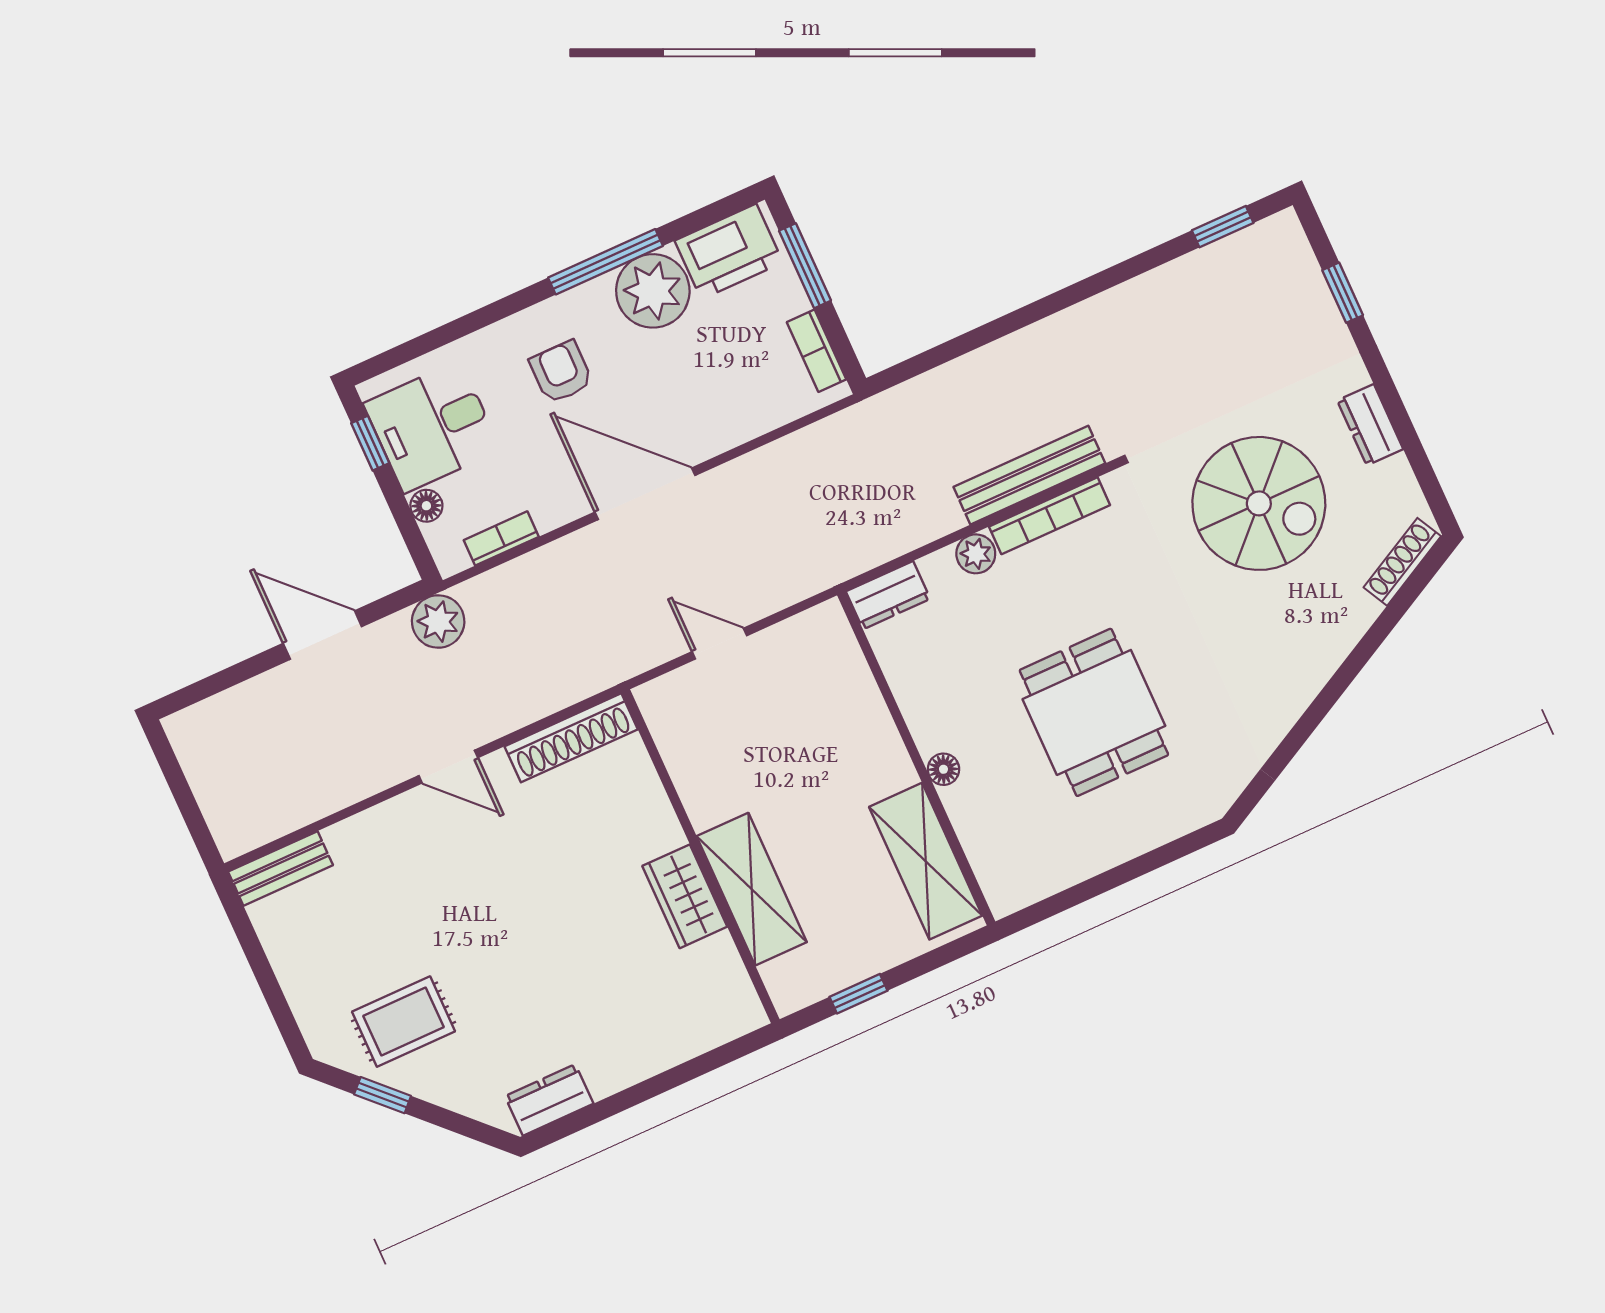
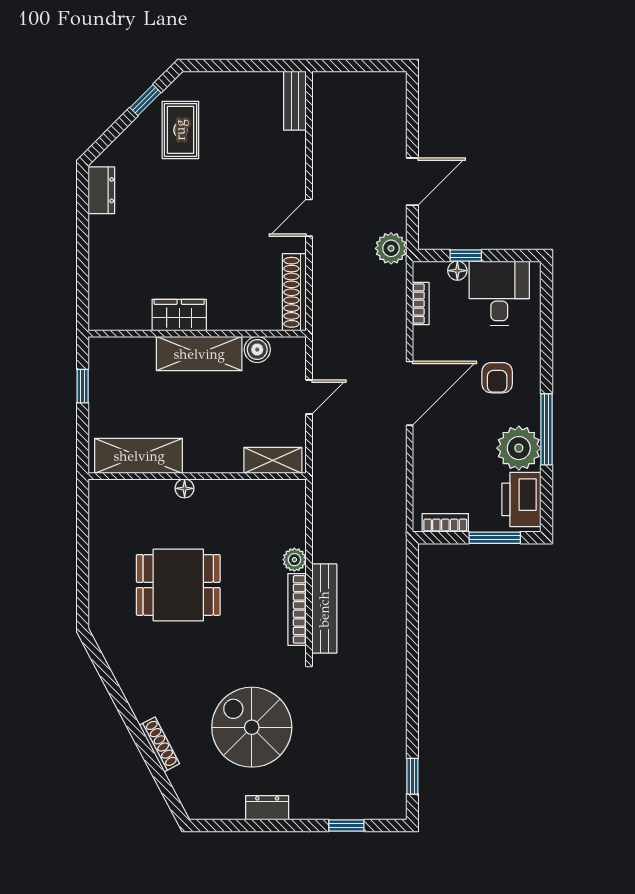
armchair: (561, 372) -> (497, 378), turned 90
window: (370, 443) -> (466, 255), moved
spiral stairs: (1259, 503) -> (252, 727), turned 90
shoe rack: (1402, 562) -> (159, 744), moved
dresser: (888, 595) -> (294, 501), removed
shelving: (840, 655) -> (273, 460), added
boiler: (683, 755) -> (257, 350), added
shelving: (752, 889) -> (199, 354), moved

